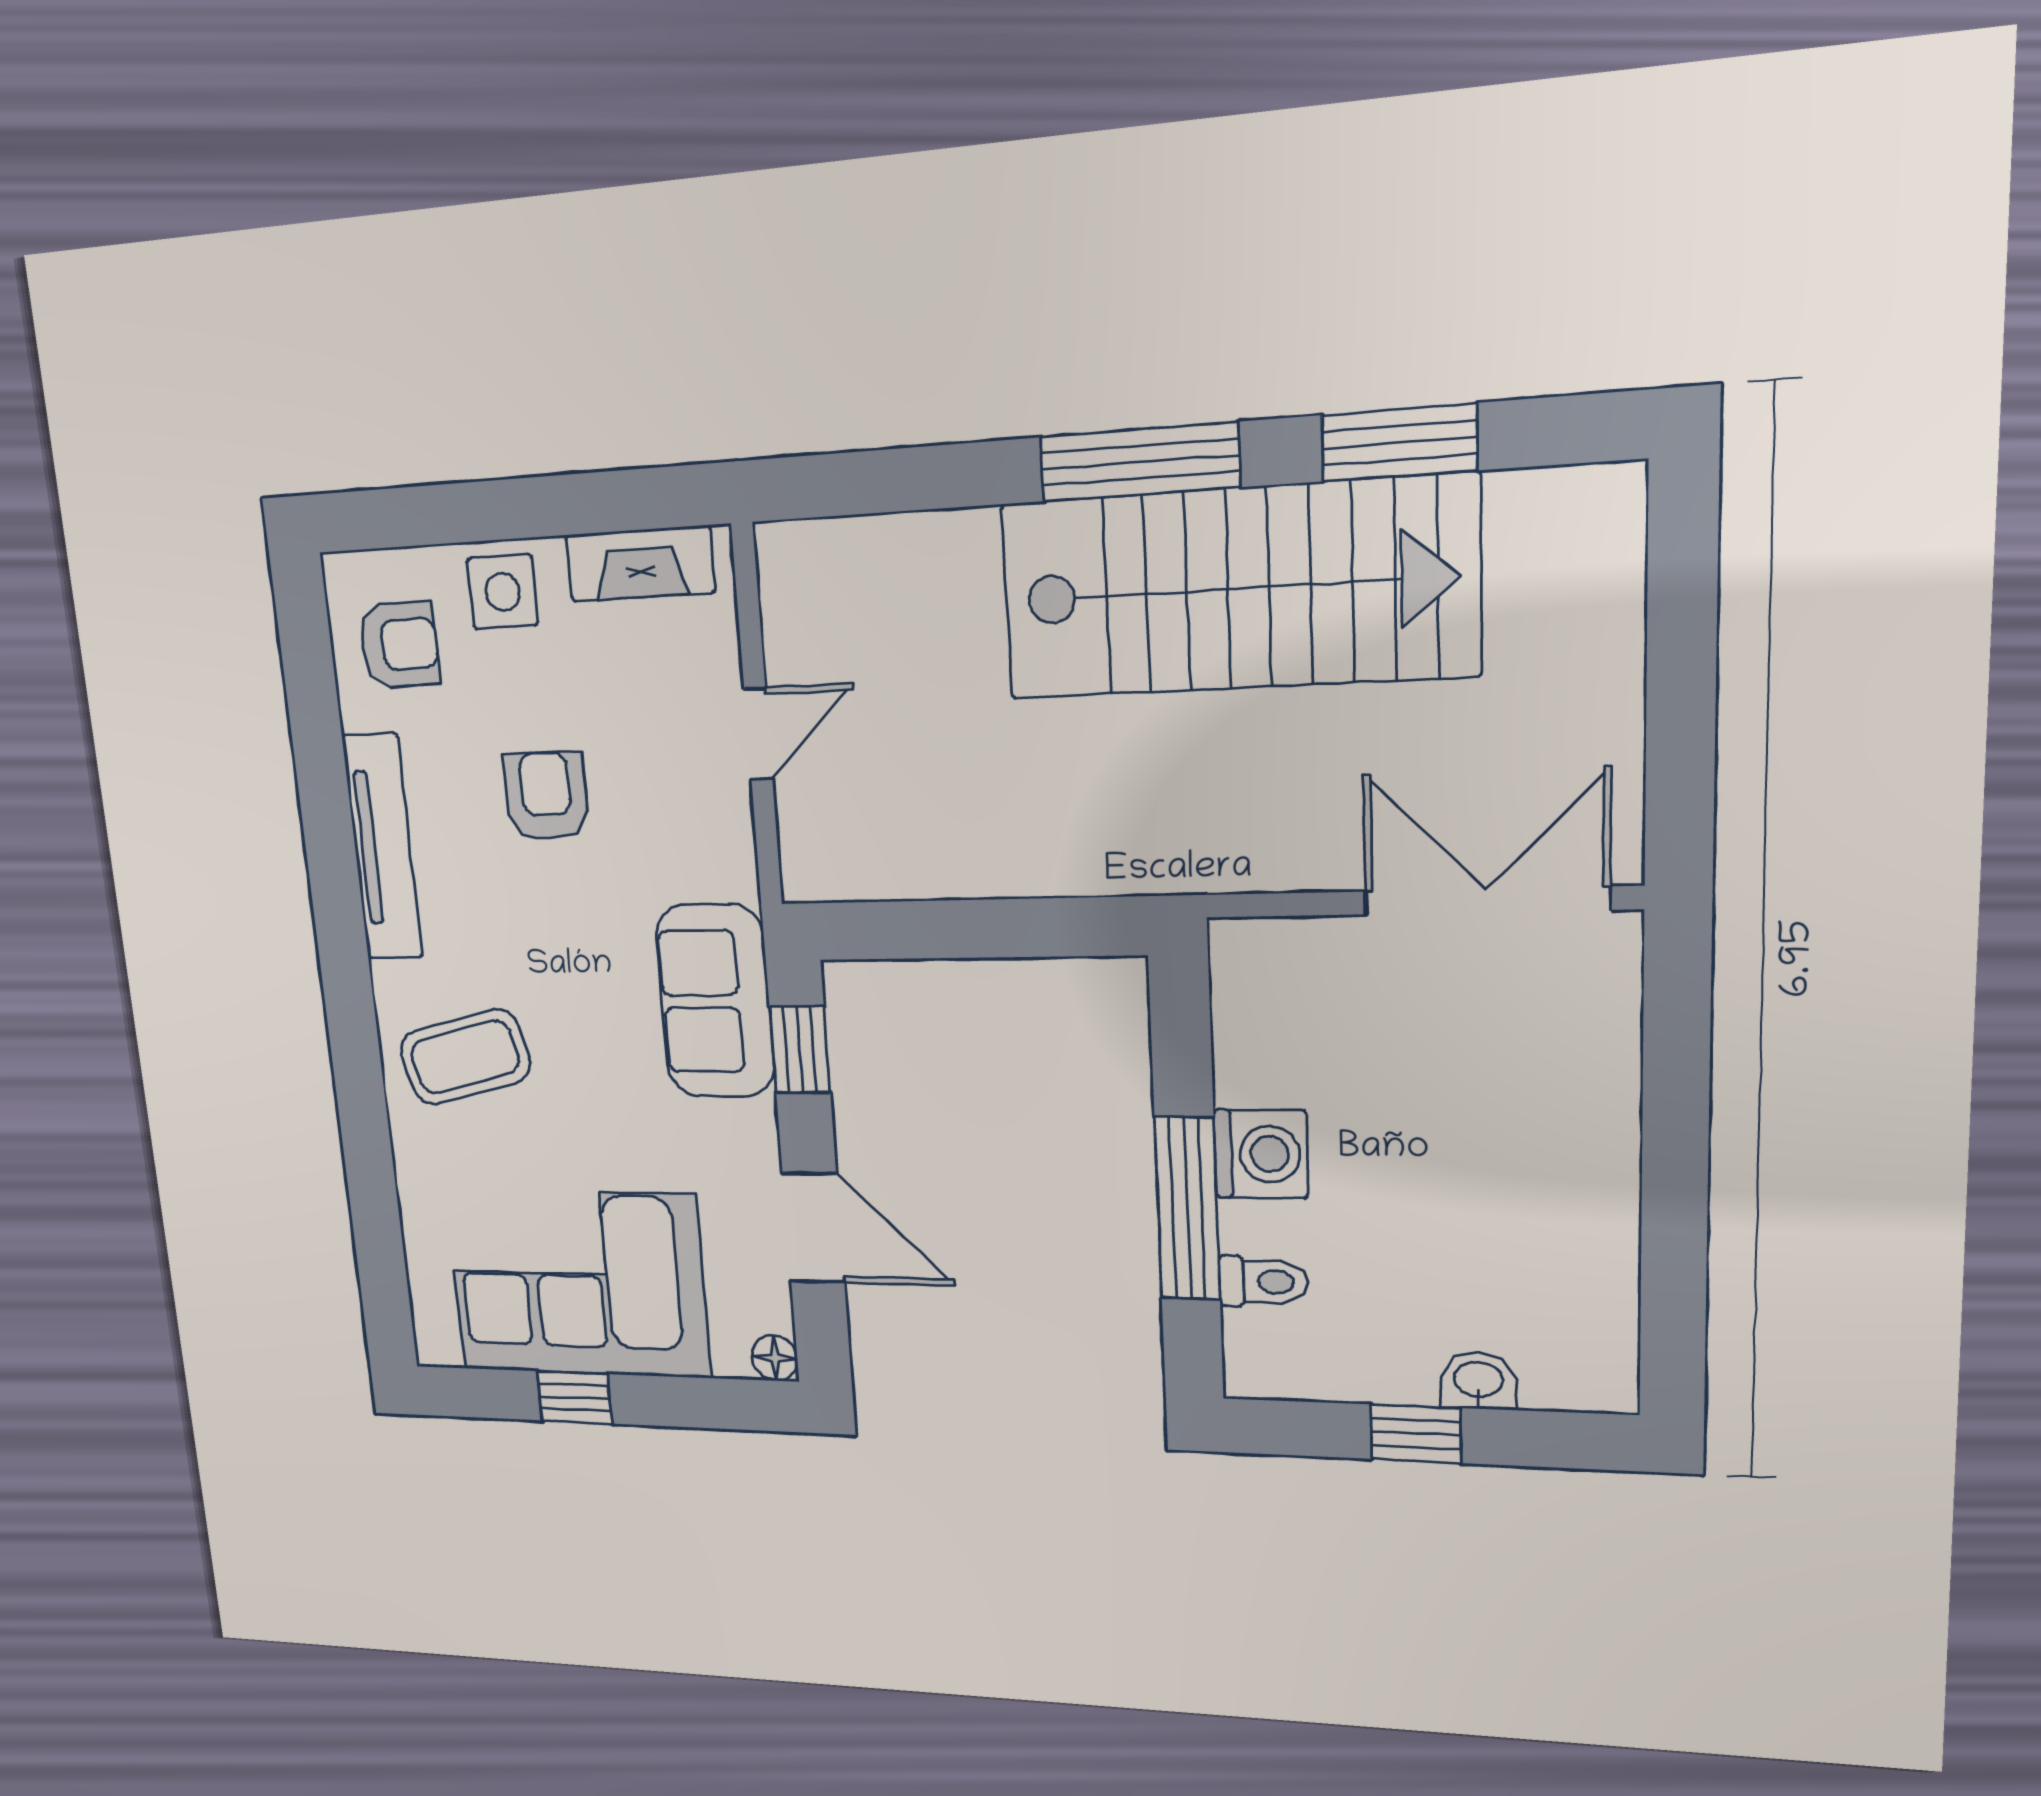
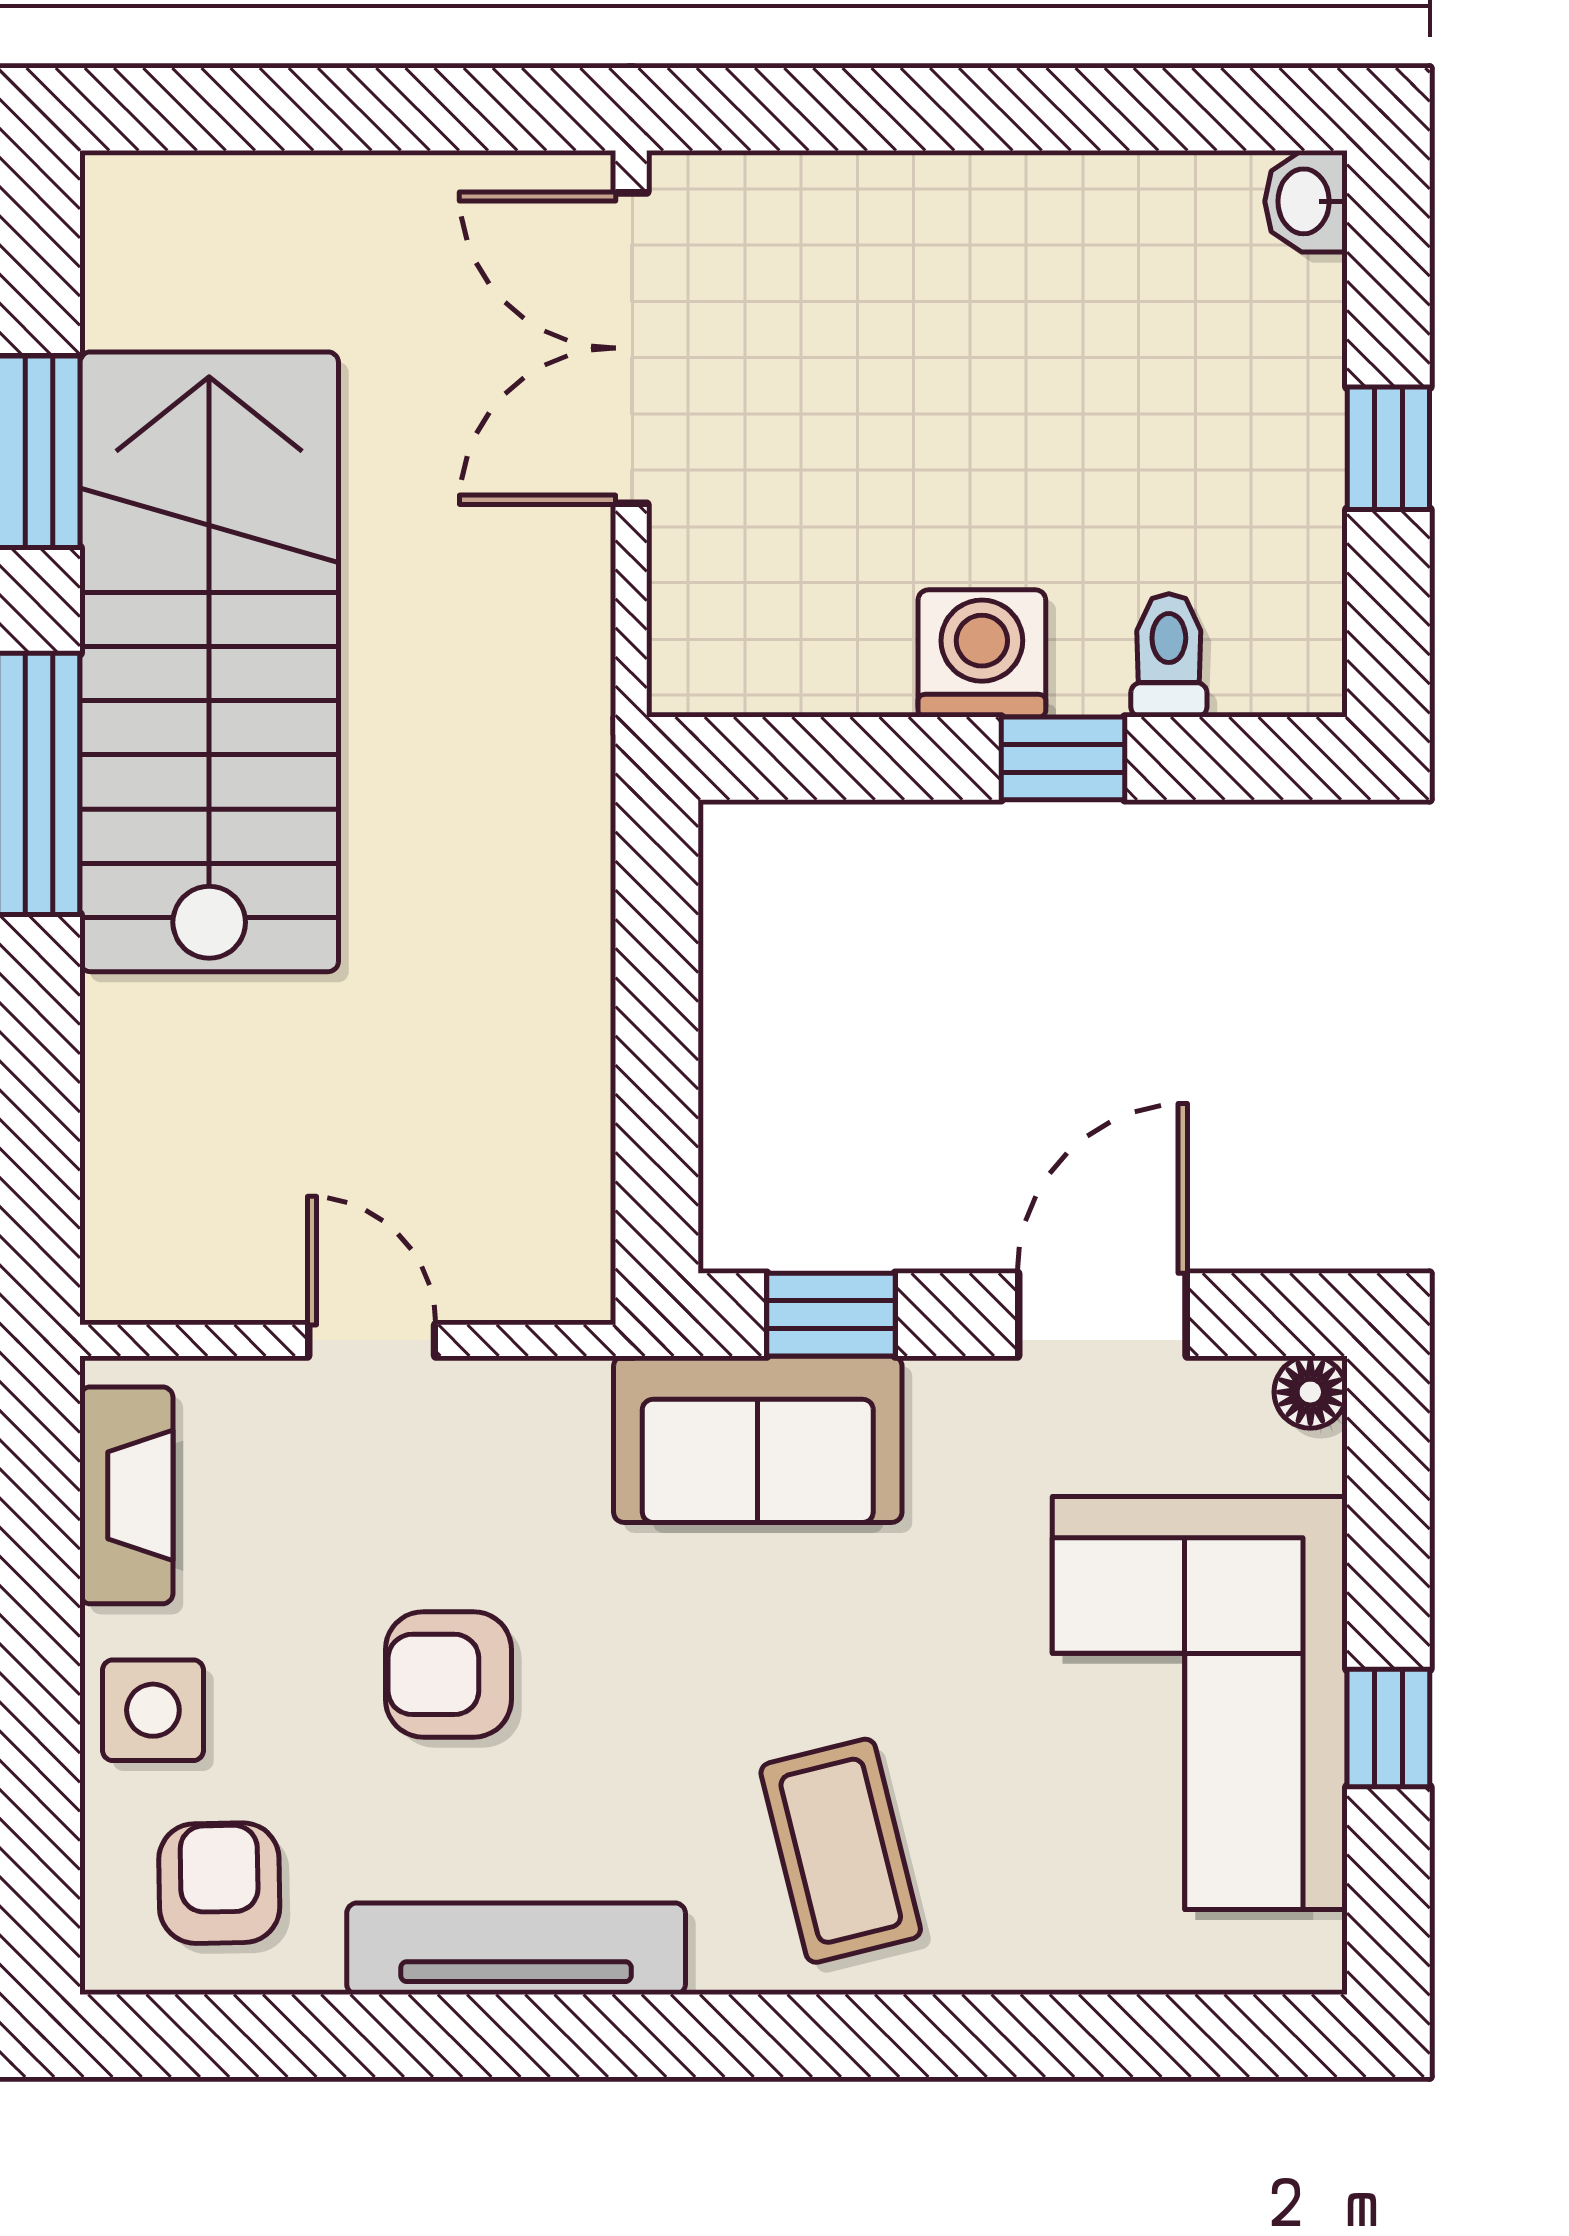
window: (1187, 1209) -> (1063, 758), width x0.46
washbasin: (1478, 1381) -> (1306, 201), moved

